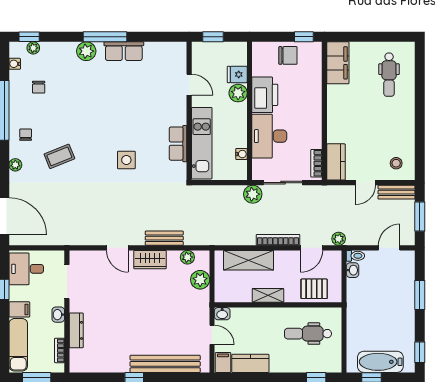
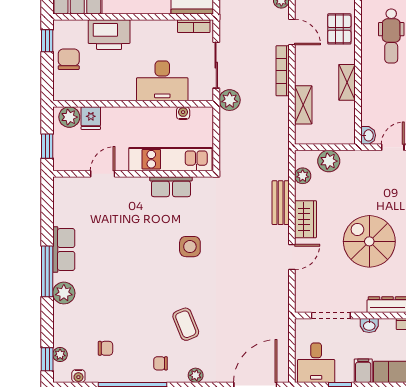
plant: (238, 93) -> (69, 117), moved
printer: (265, 95) -> (109, 35), moved, turned 180
shelving: (249, 260) -> (303, 105), width x0.67, depth x0.75
spiral stairs: (131, 315) -> (369, 241), added

